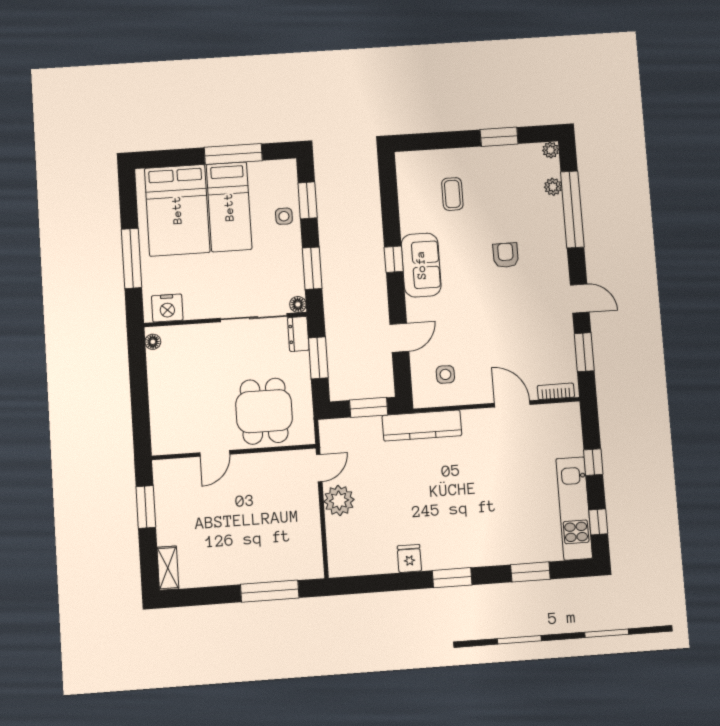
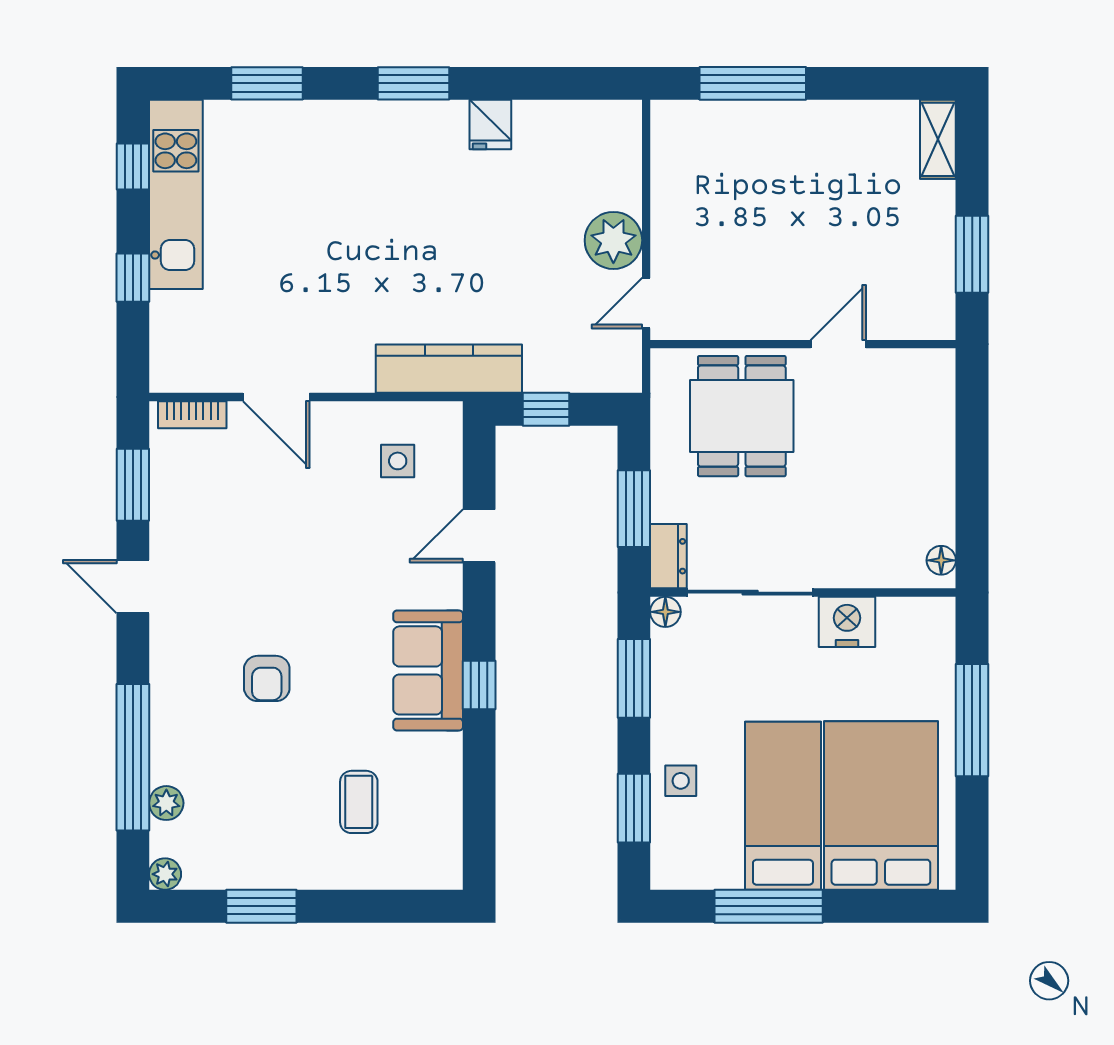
nightstand: (167, 308) -> (847, 622), moved
window: (369, 407) -> (546, 409), width x0.67

